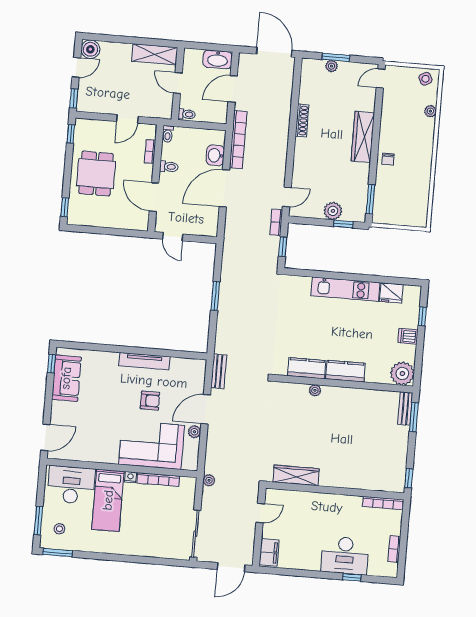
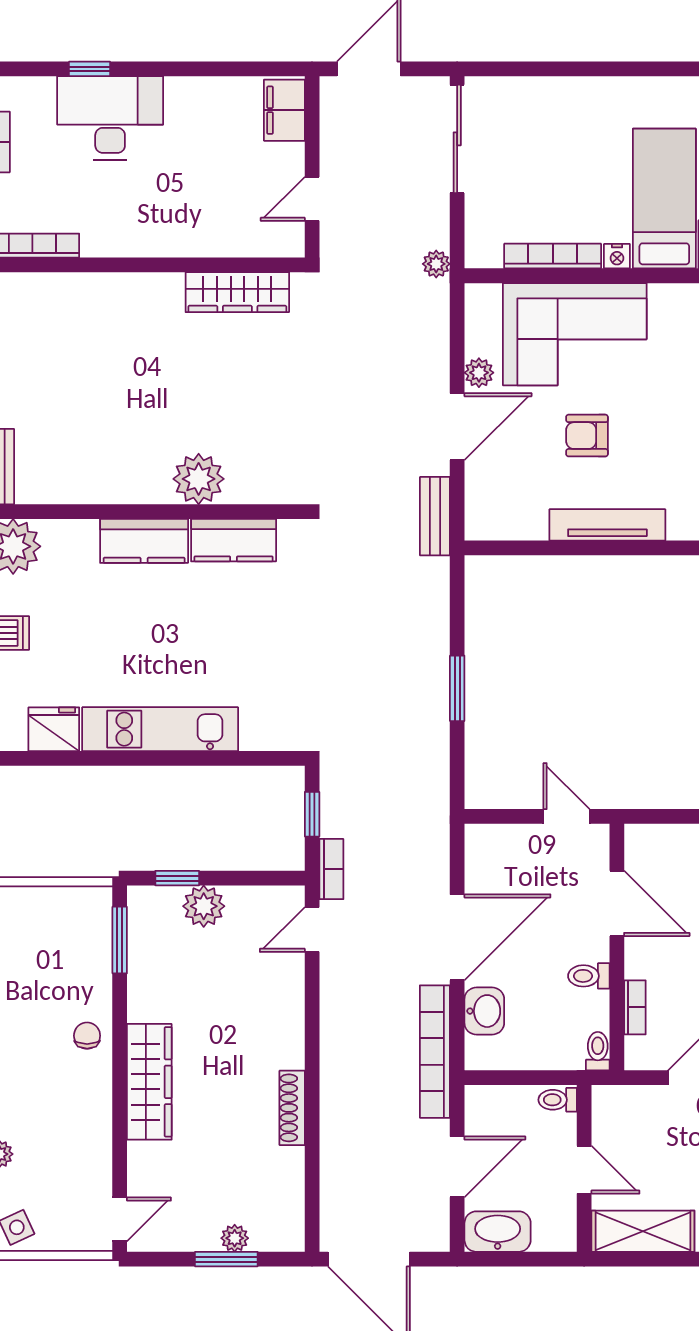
plant: (315, 390) -> (199, 479), width x1.87, depth x1.87

